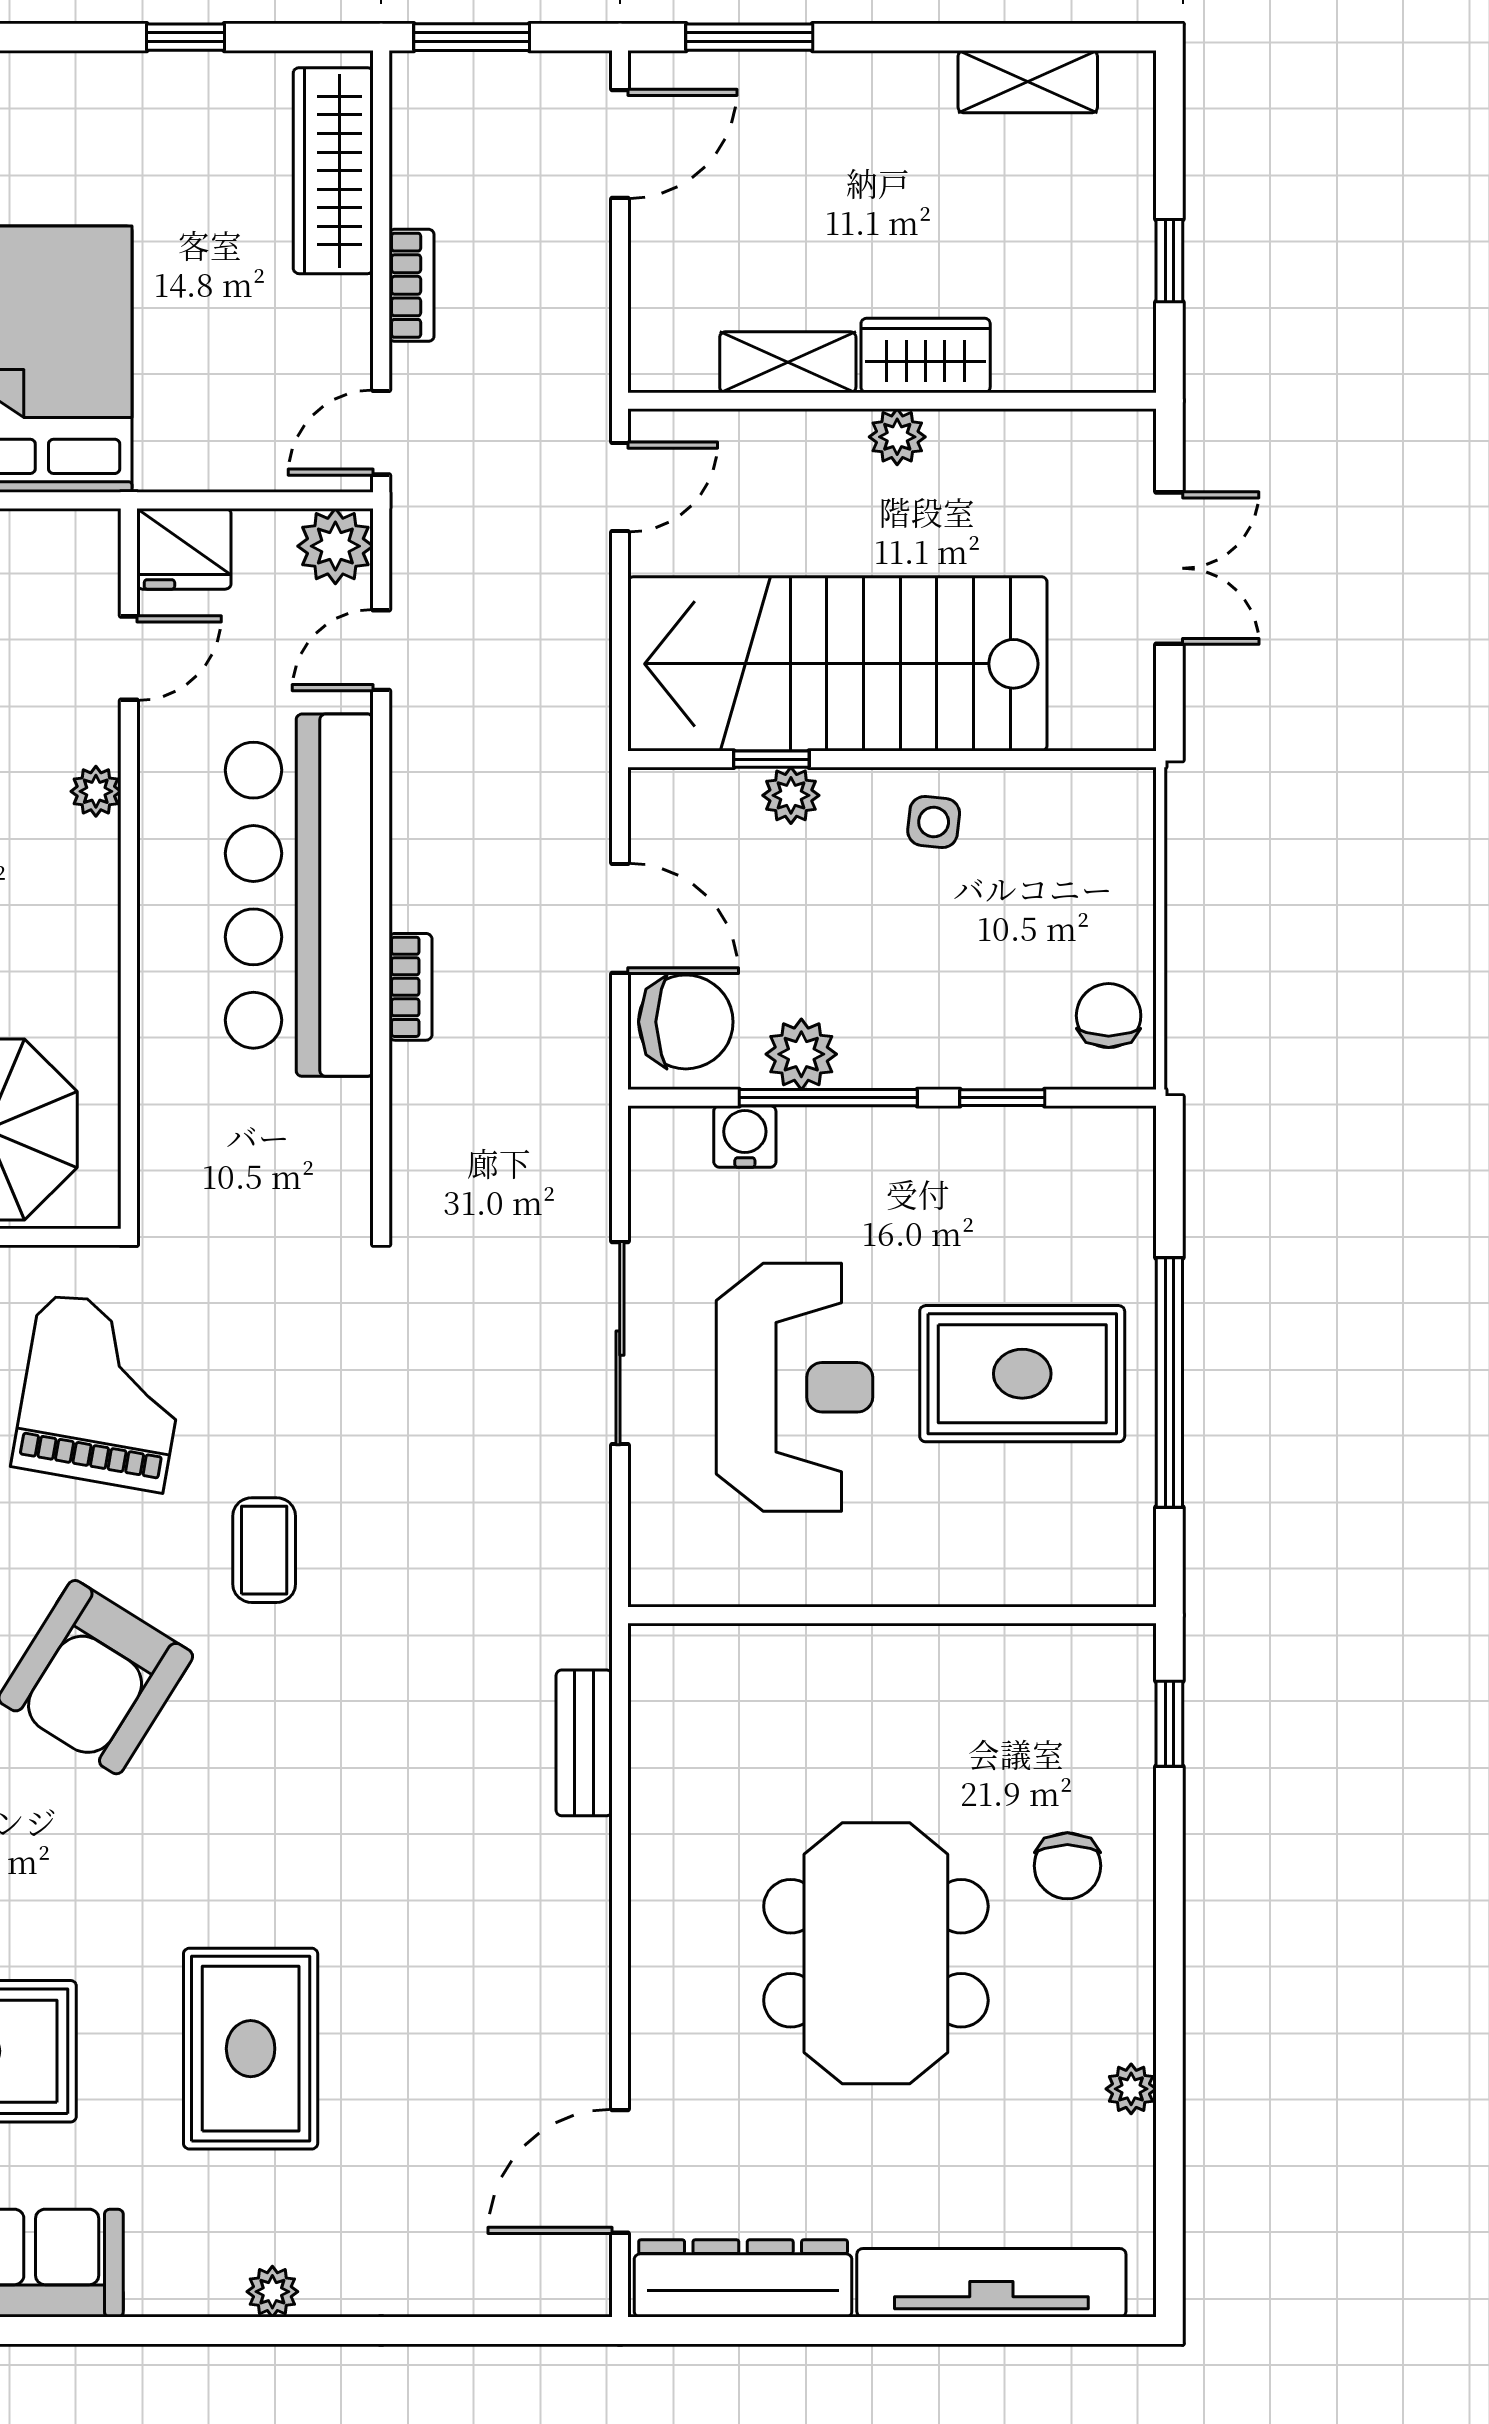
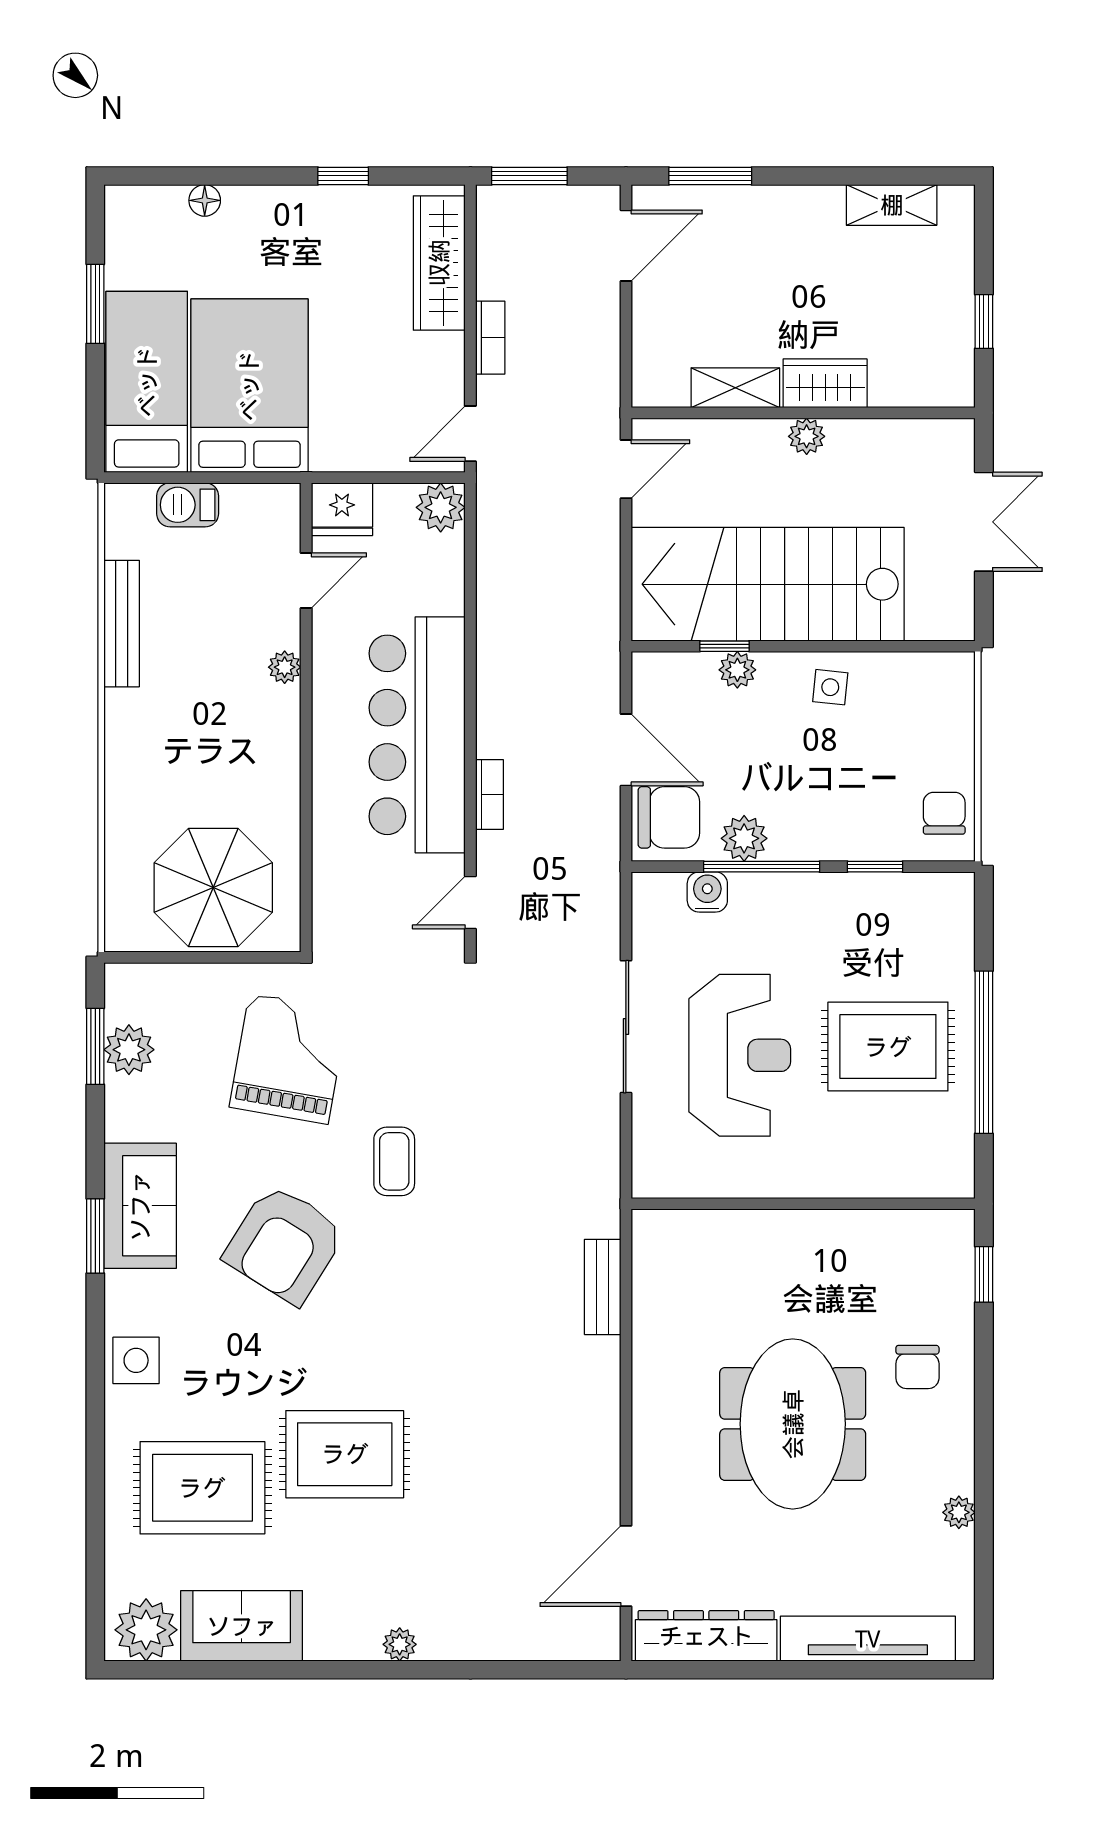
door: (381, 650) -> (470, 902), moved
rug: (251, 2049) -> (345, 1454), moved, turned 90

